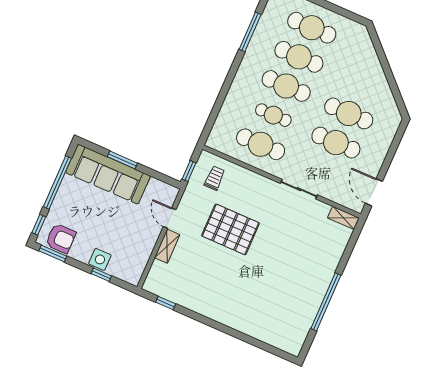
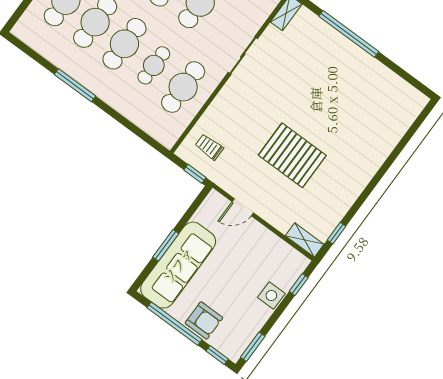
window: (250, 32) -> (75, 85), moved
pallet: (231, 229) -> (292, 155), moved, turned 90
armchair: (61, 238) -> (204, 320), moved, turned 90
shelving: (167, 246) -> (305, 240), moved
window: (101, 275) -> (299, 285), moved
window: (326, 302) -> (349, 34), moved

